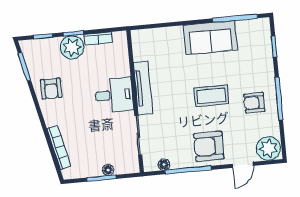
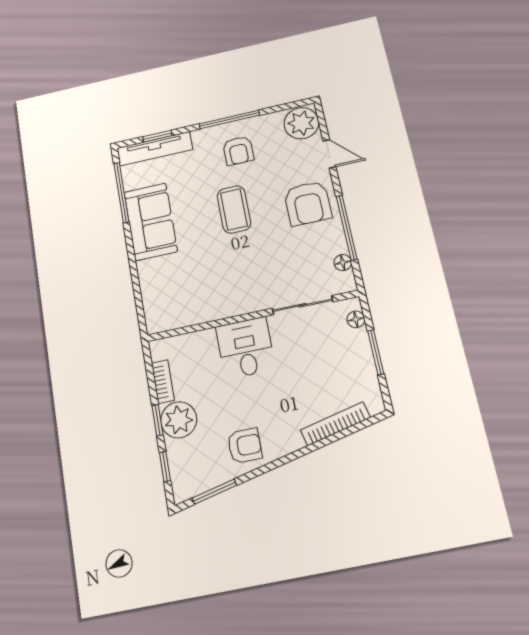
tv unit: (143, 88) -> (155, 149), moved, turned 180
floor lamp: (108, 170) -> (356, 319), moved

